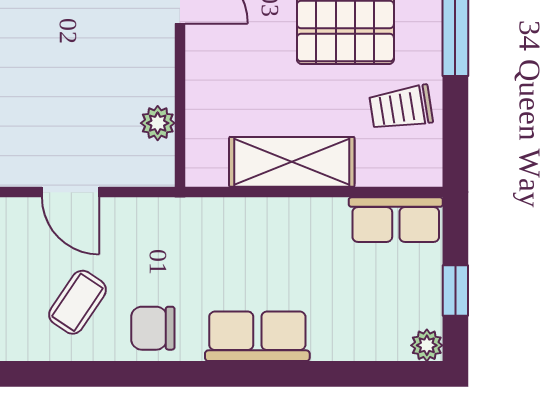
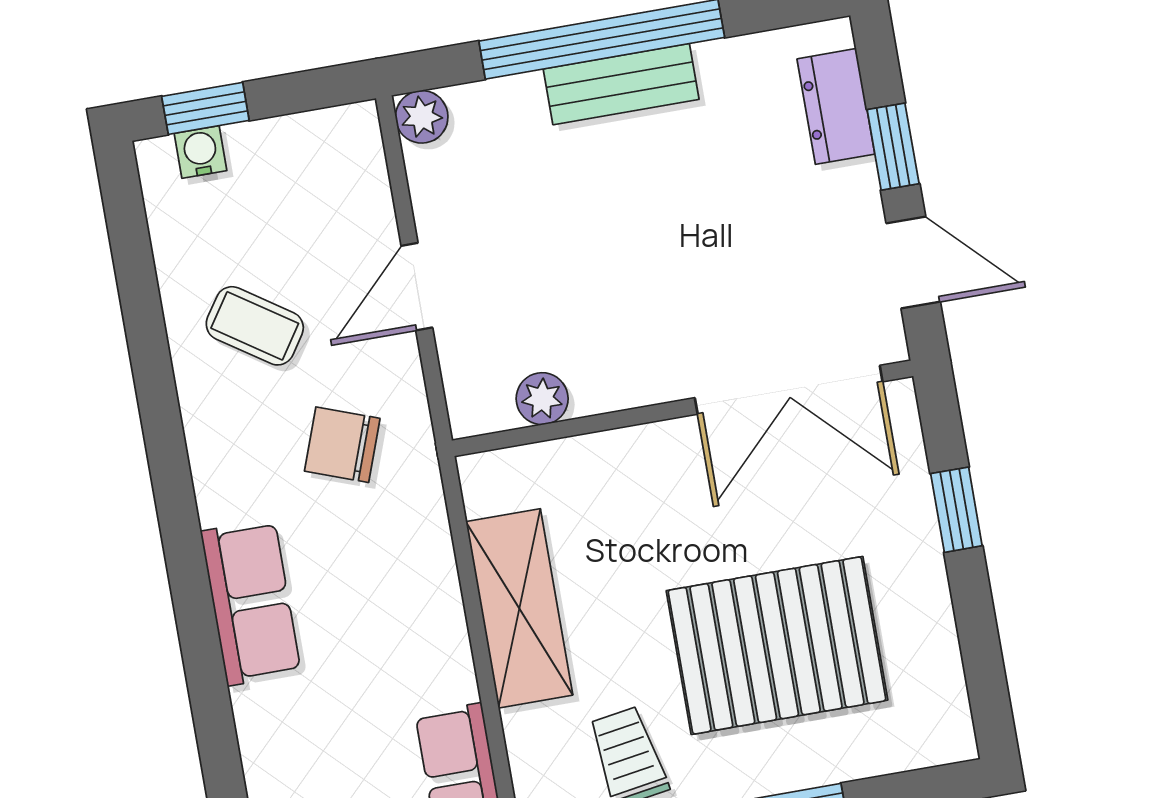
chair: (153, 328) -> (342, 445), moved, turned -70

